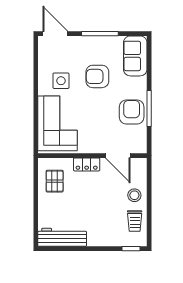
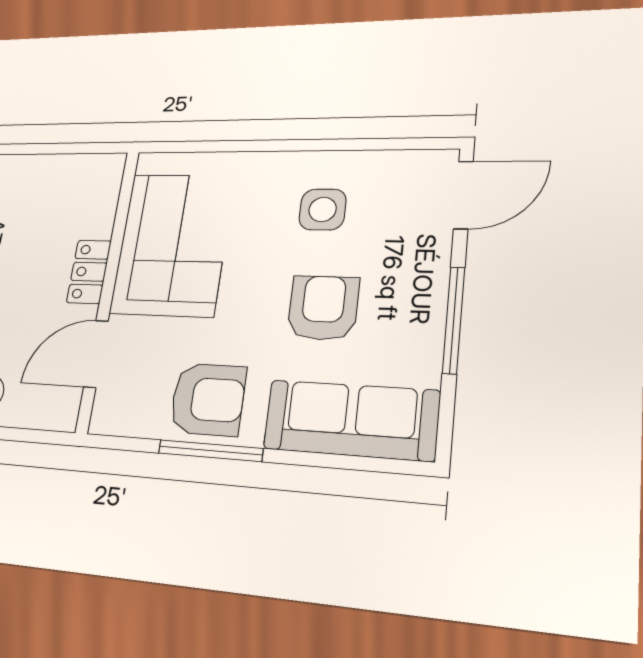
sofa: (135, 56) -> (351, 420), width x1.36
corner sofa: (58, 123) -> (172, 244), moved, turned -90
pallet: (55, 181) -> (64, 193), removed

